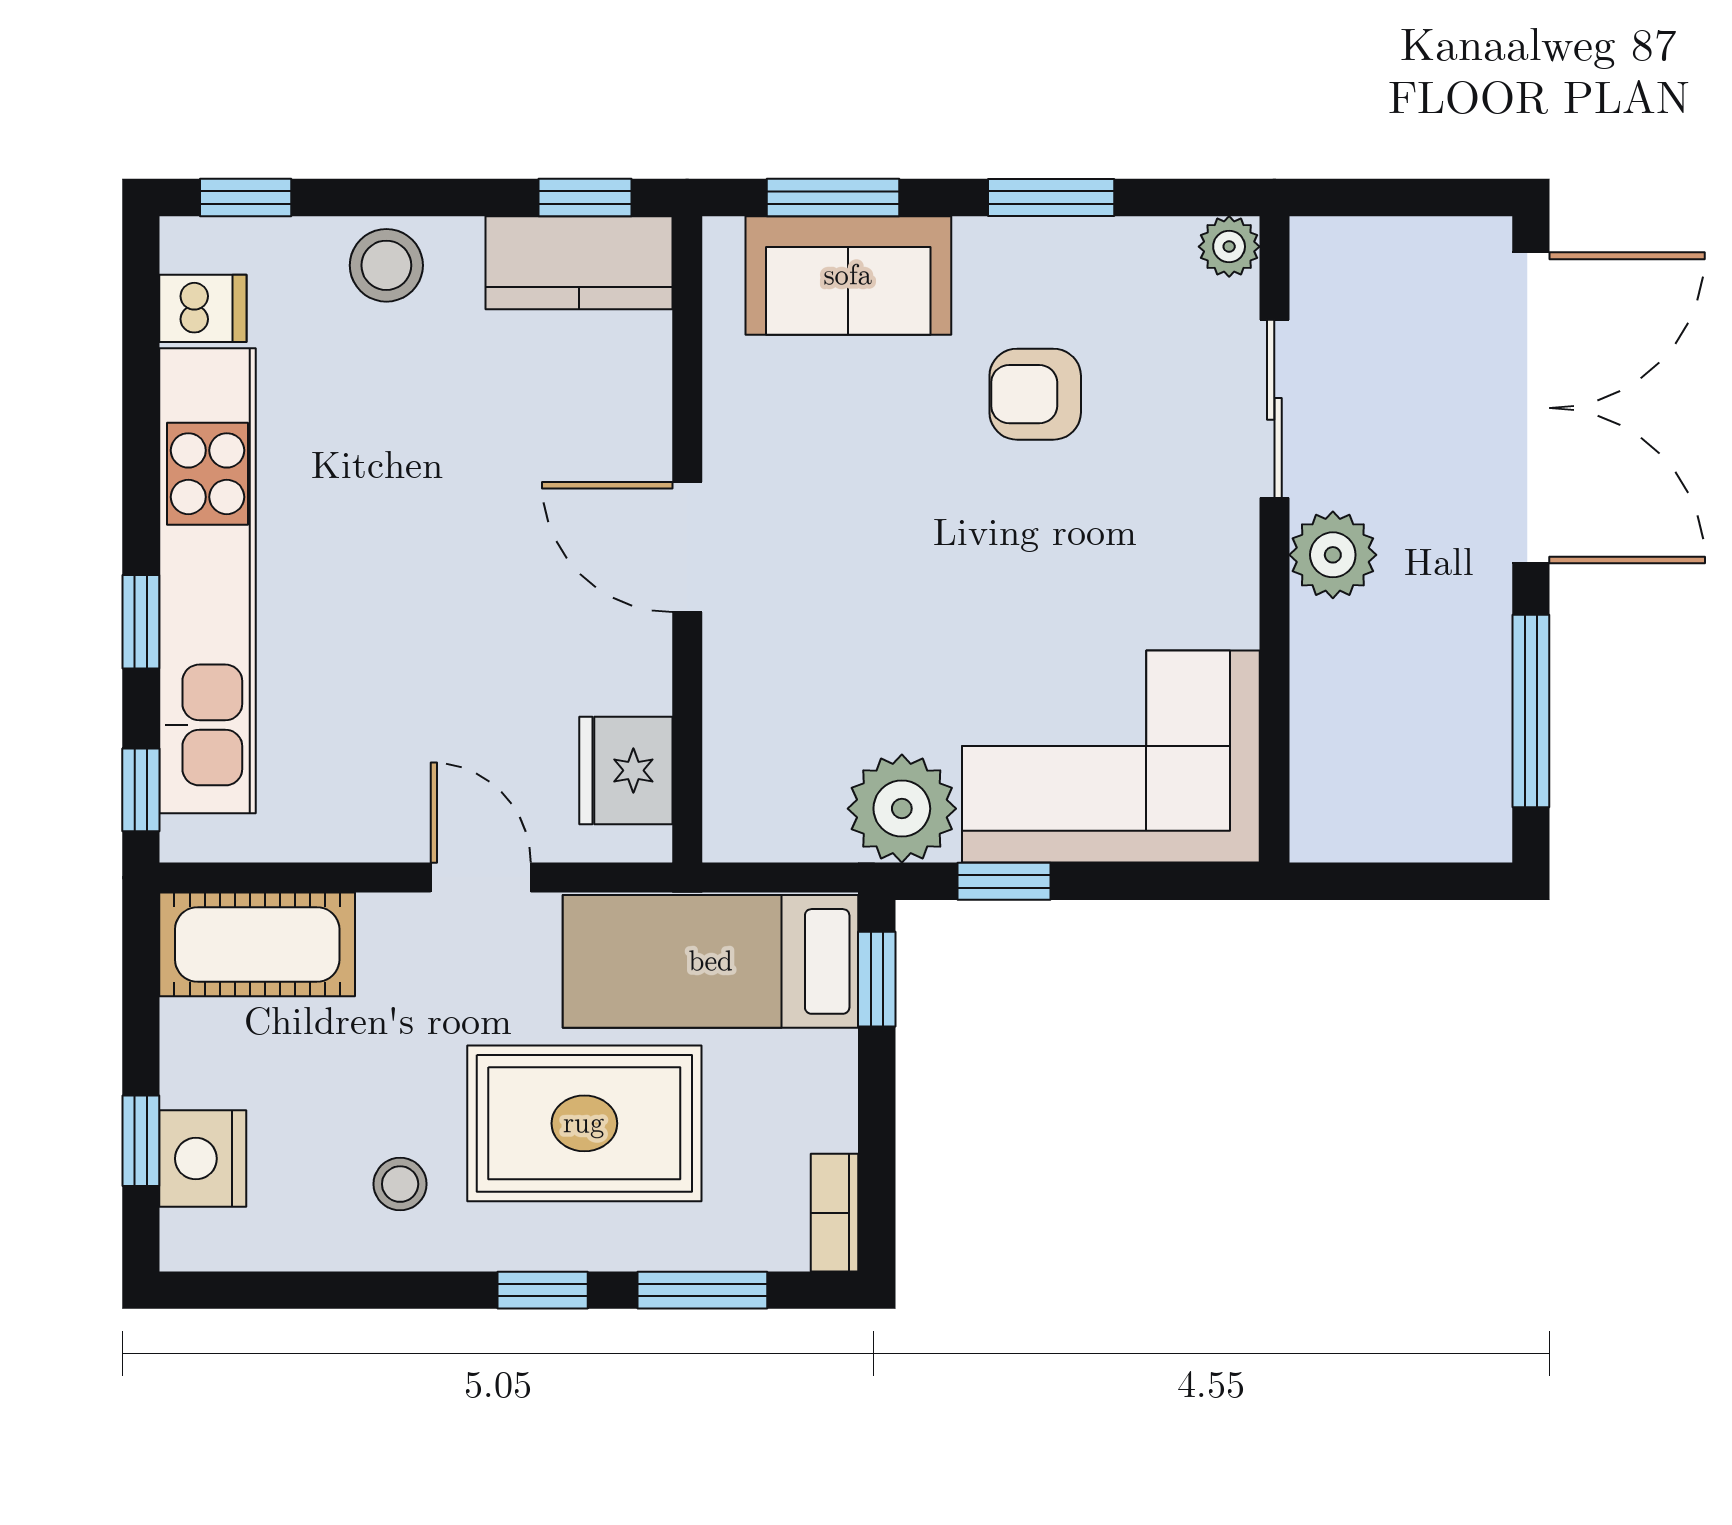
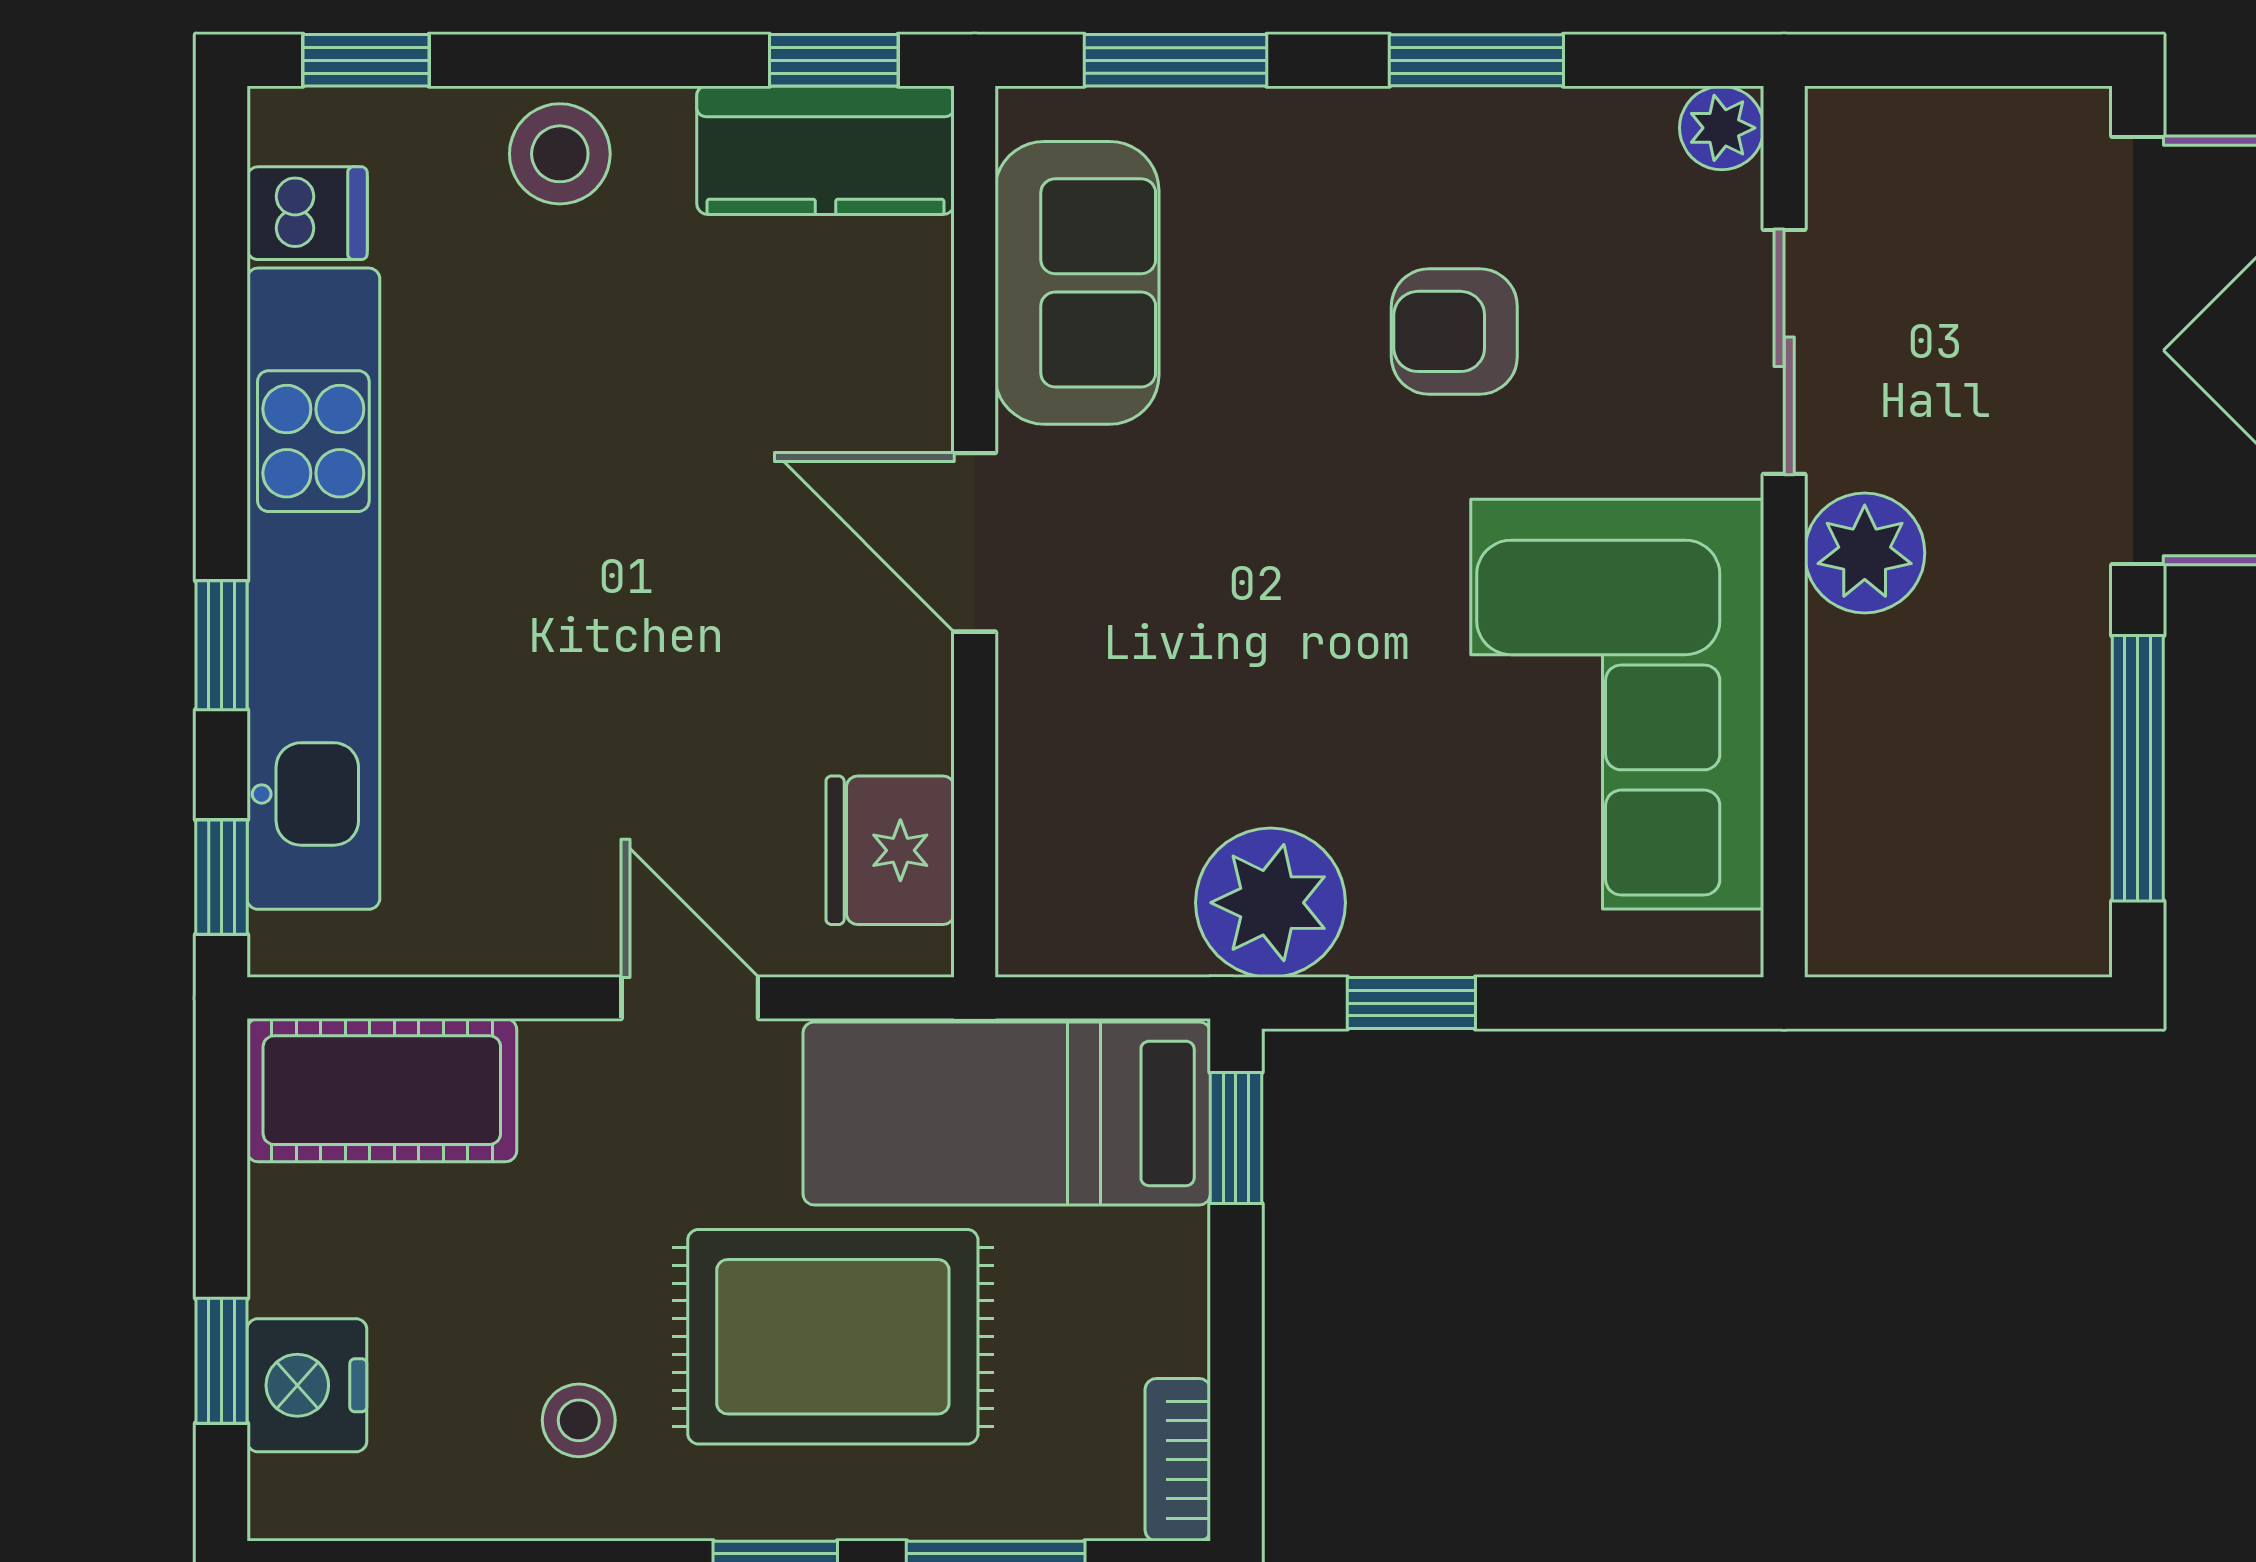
sofa: (848, 275) -> (1077, 283), moved, turned -90
corner sofa: (1111, 757) -> (1617, 704), moved, turned -90

